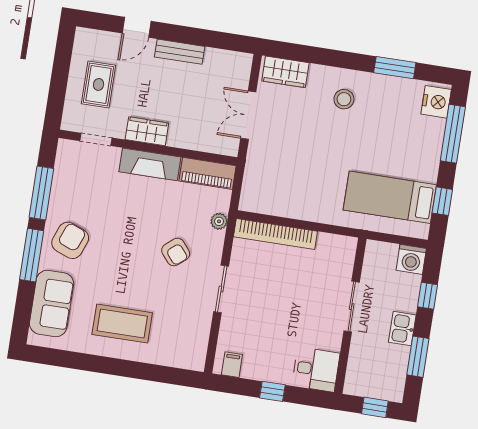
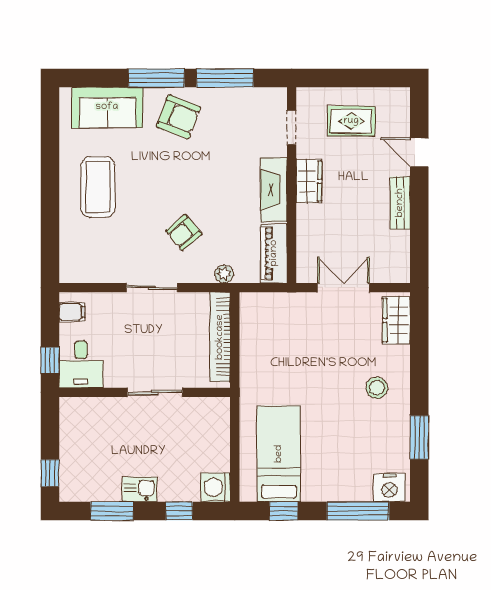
sliding door: (352, 307) -> (155, 392), moved
wall: (350, 316) -> (145, 392), moved
desk: (316, 369) -> (81, 364), moved

